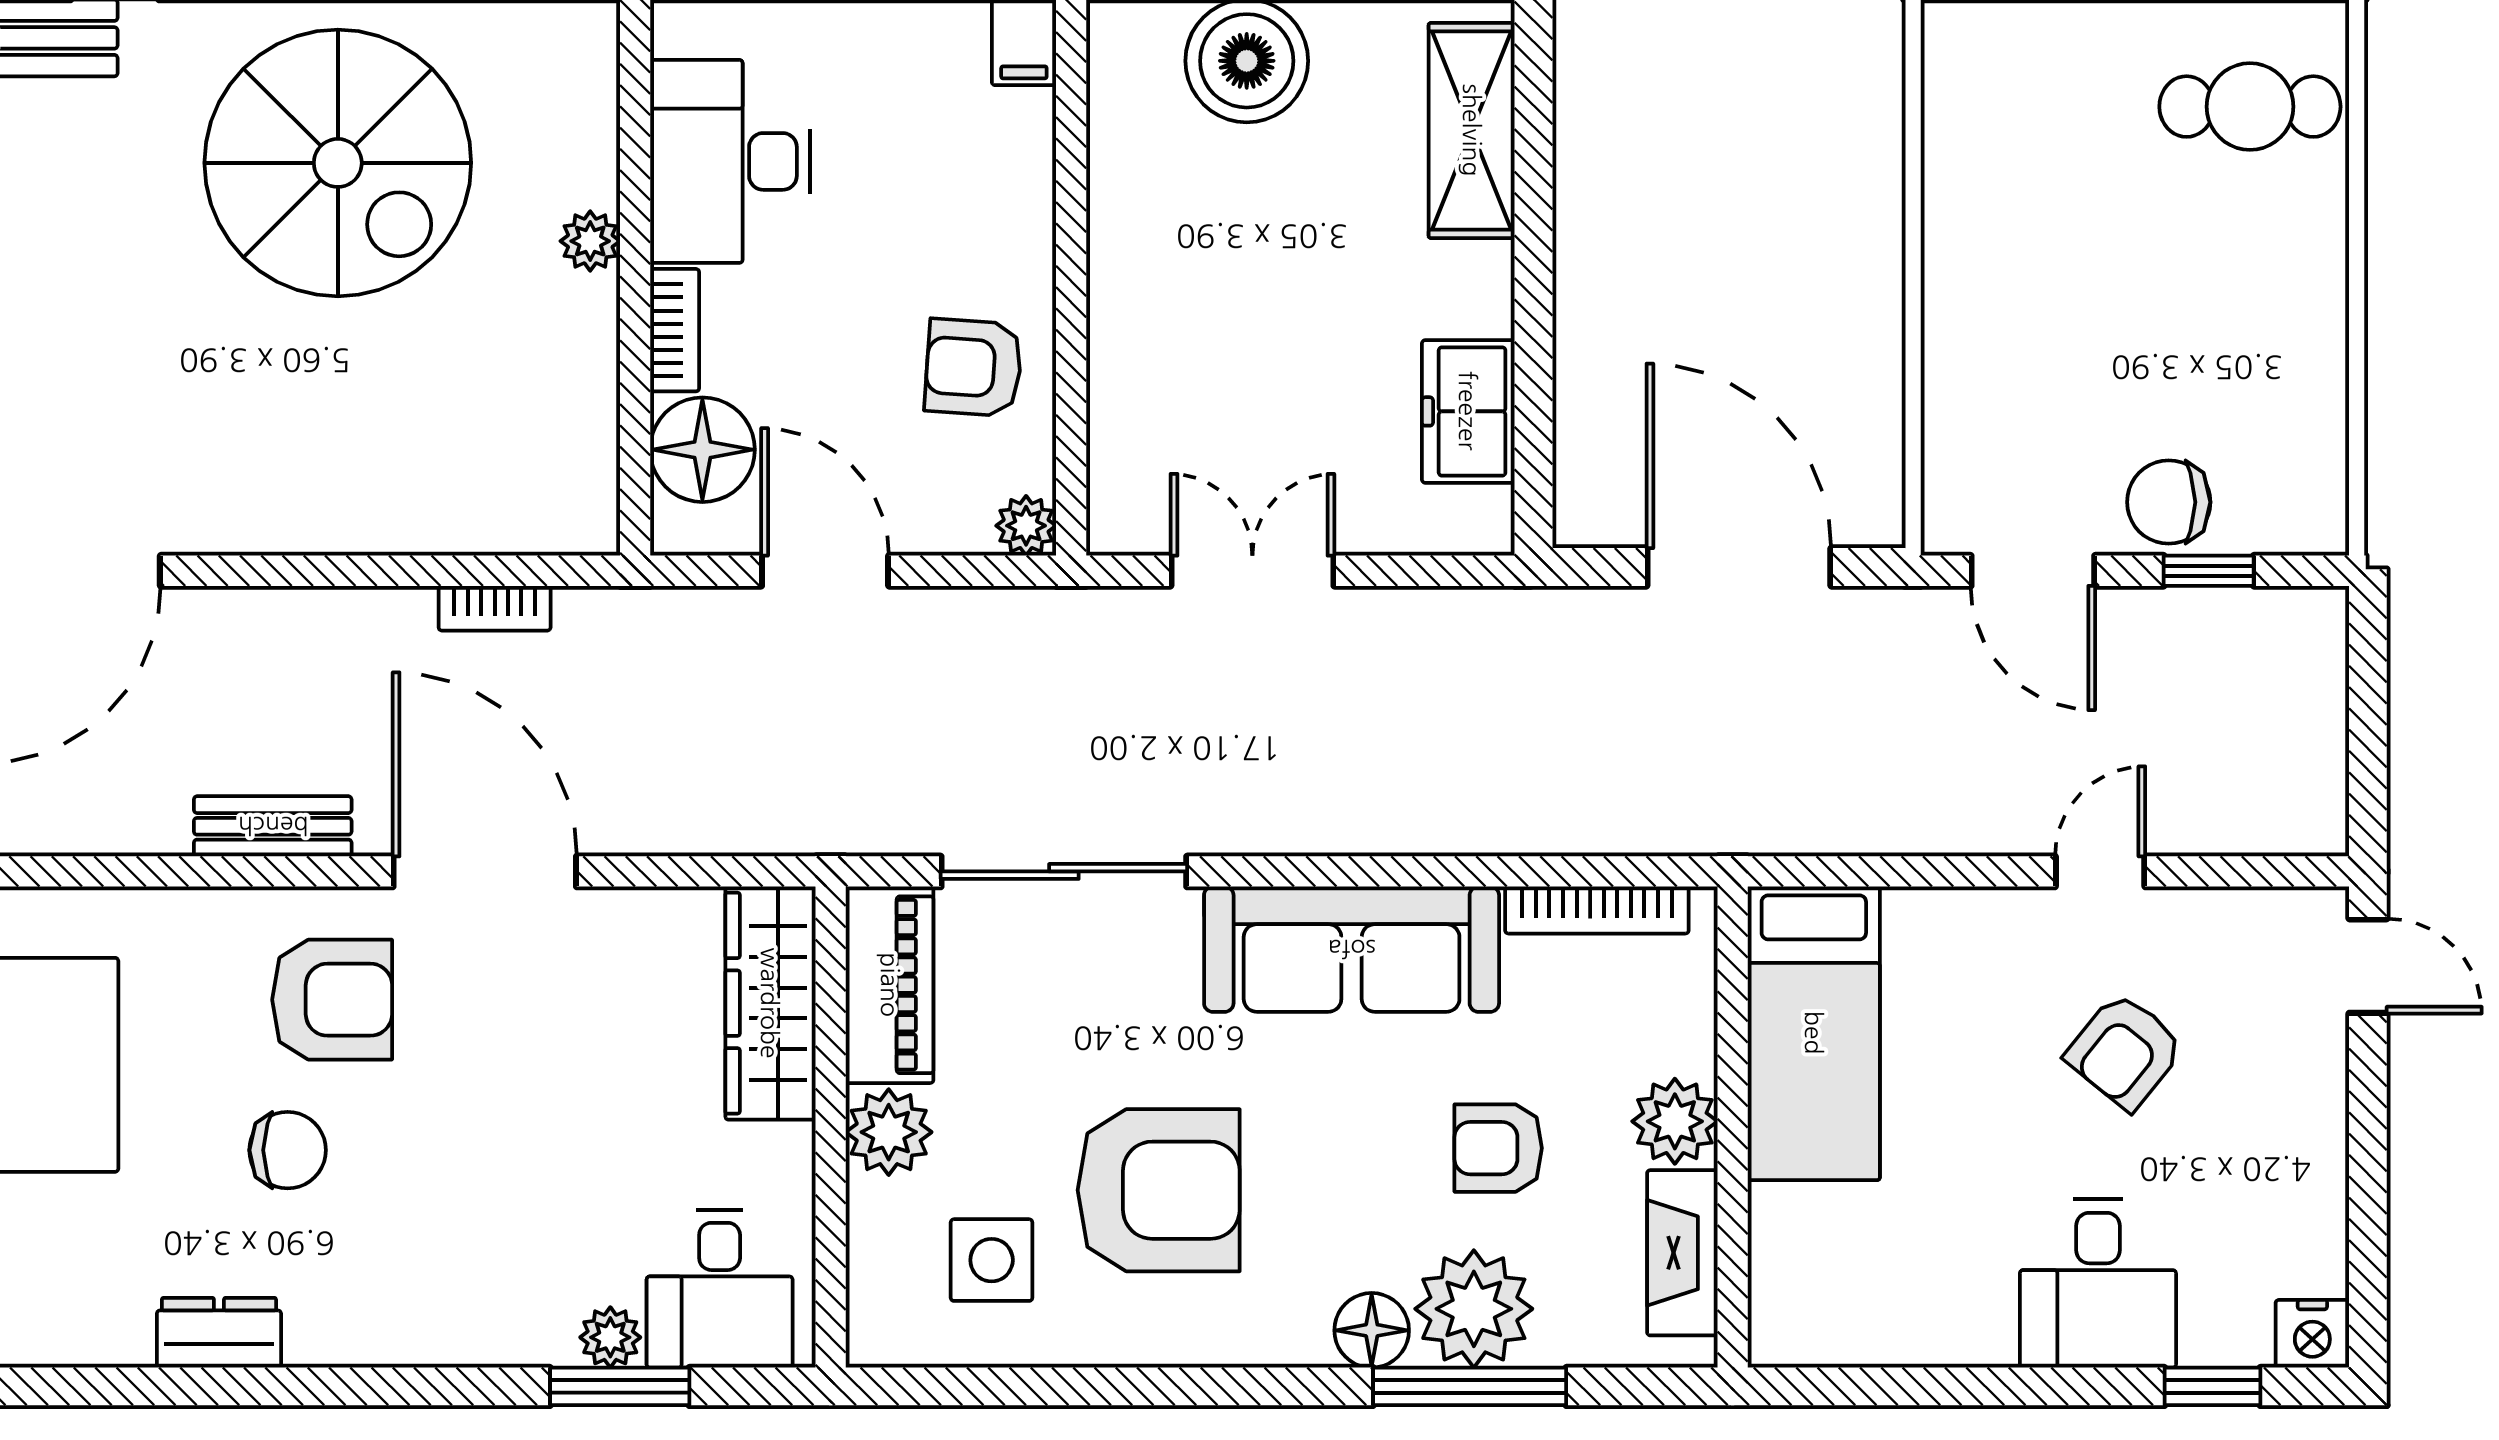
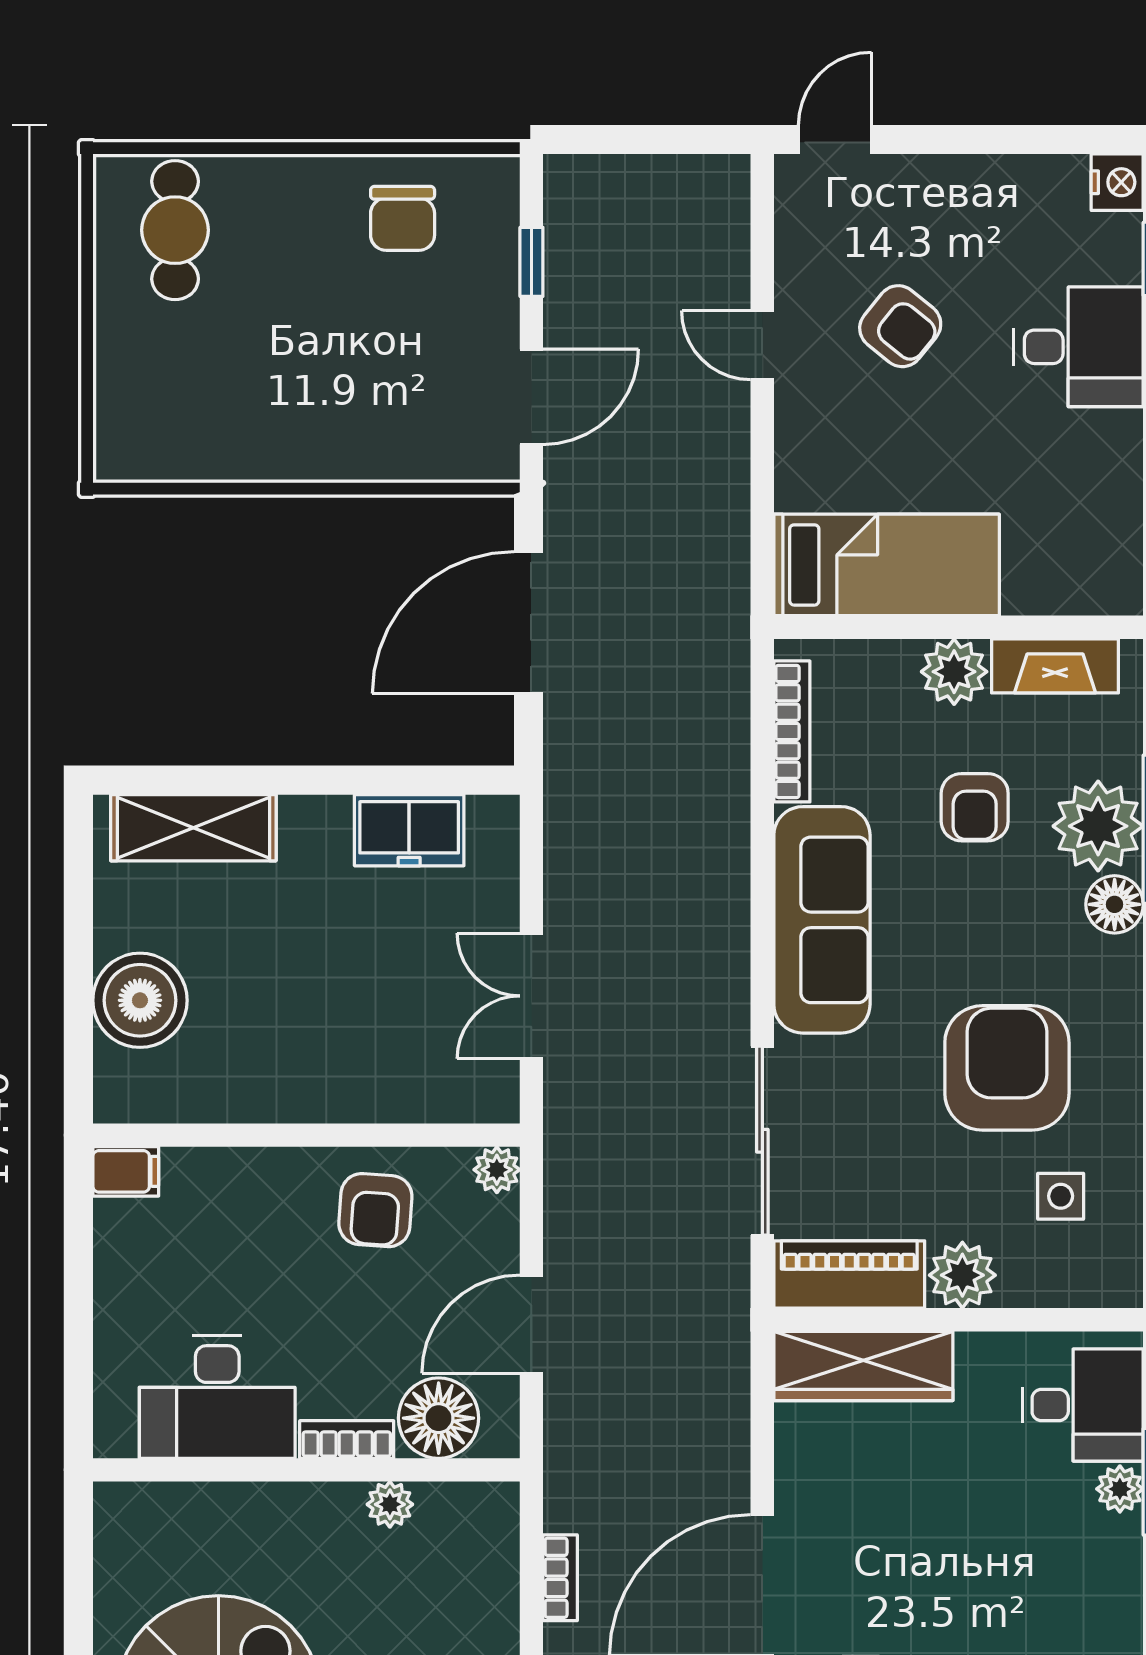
plant: (590, 241) -> (390, 1504), moved
chair: (2169, 502) -> (403, 218), moved
side table: (992, 1260) -> (1061, 1196), width x0.73, depth x0.73

